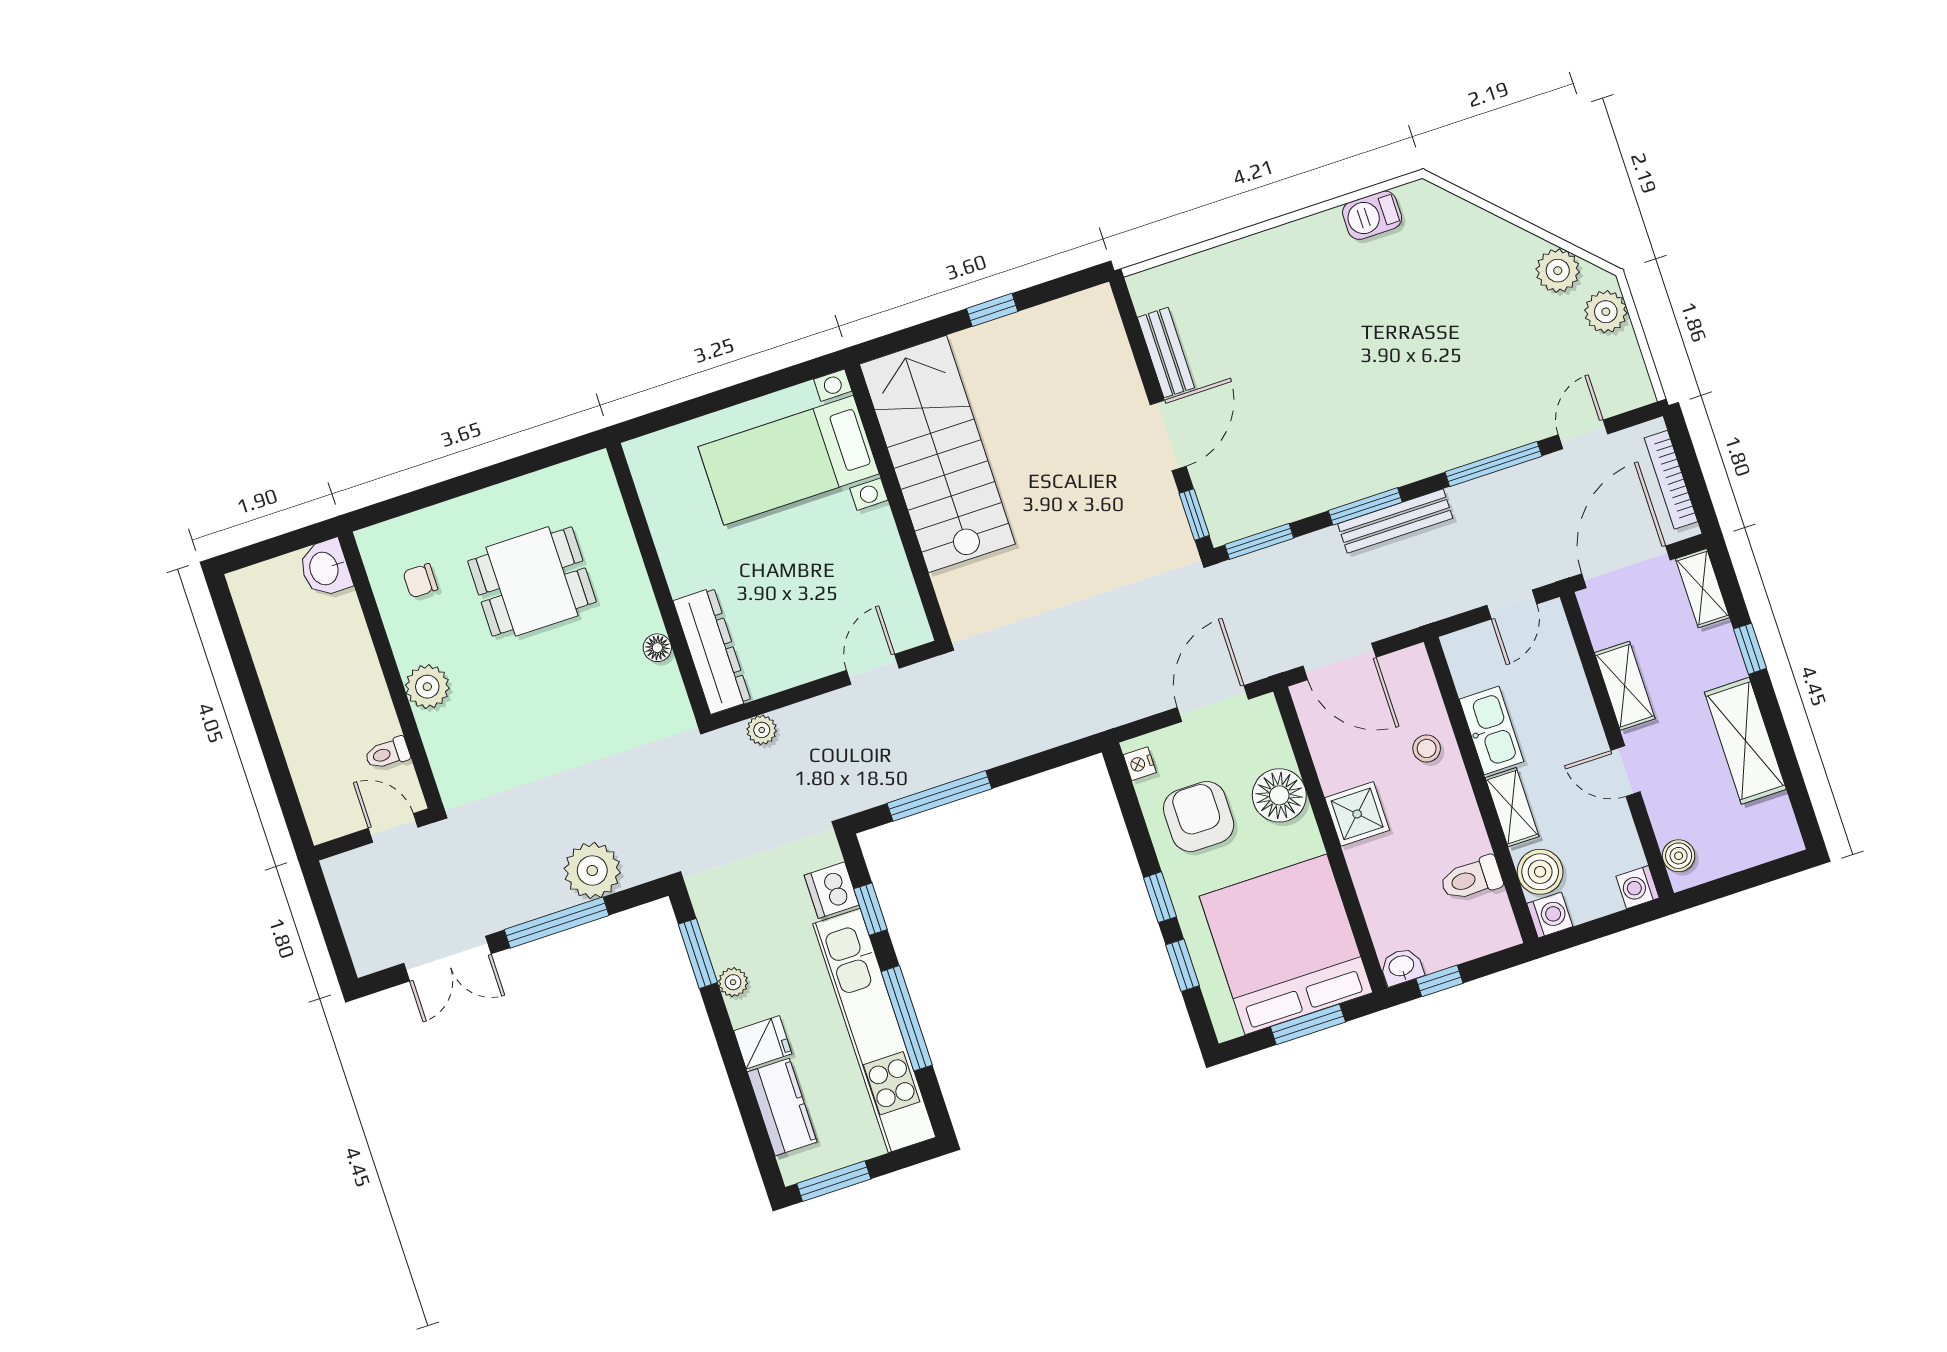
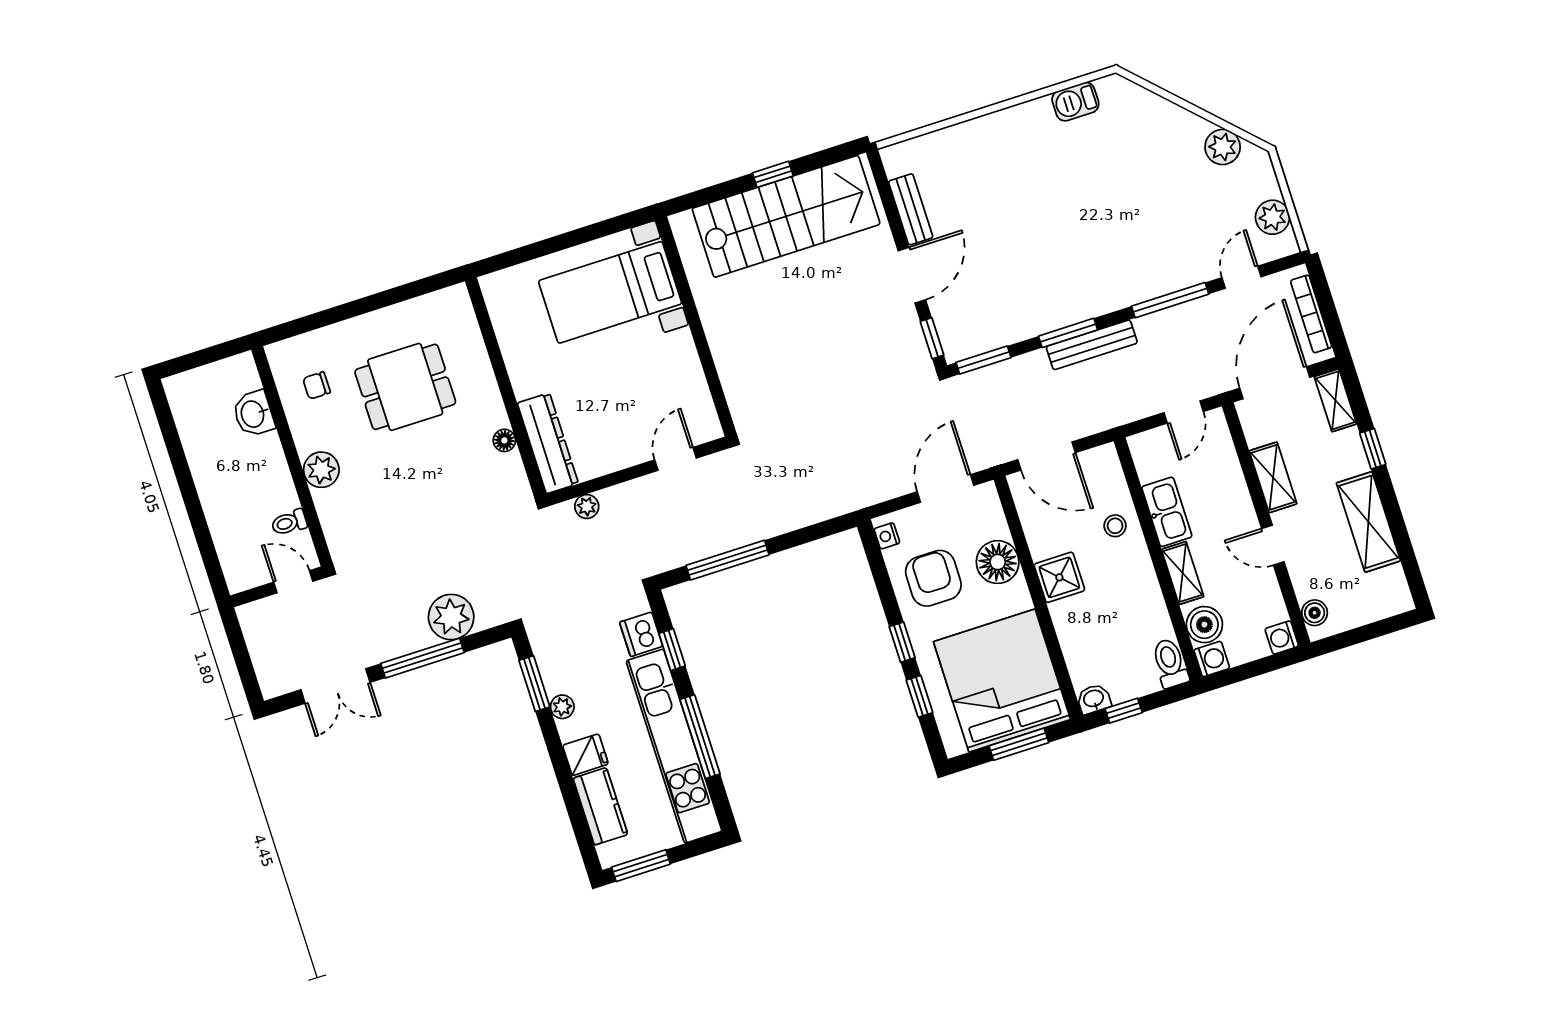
plant: (1606, 312) -> (1272, 217), moved
stairs: (937, 454) -> (786, 216), moved, turned 90
washbasin: (325, 568) -> (253, 414), moved
toilet: (1471, 879) -> (1170, 663), moved, turned 90

